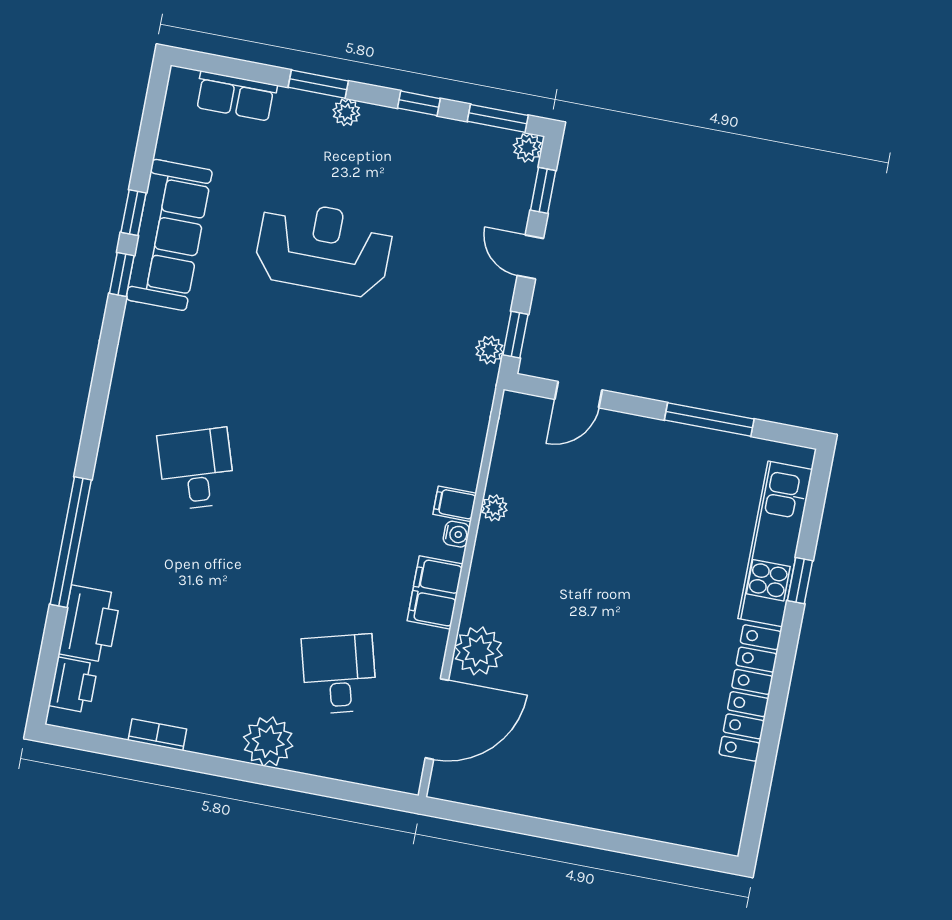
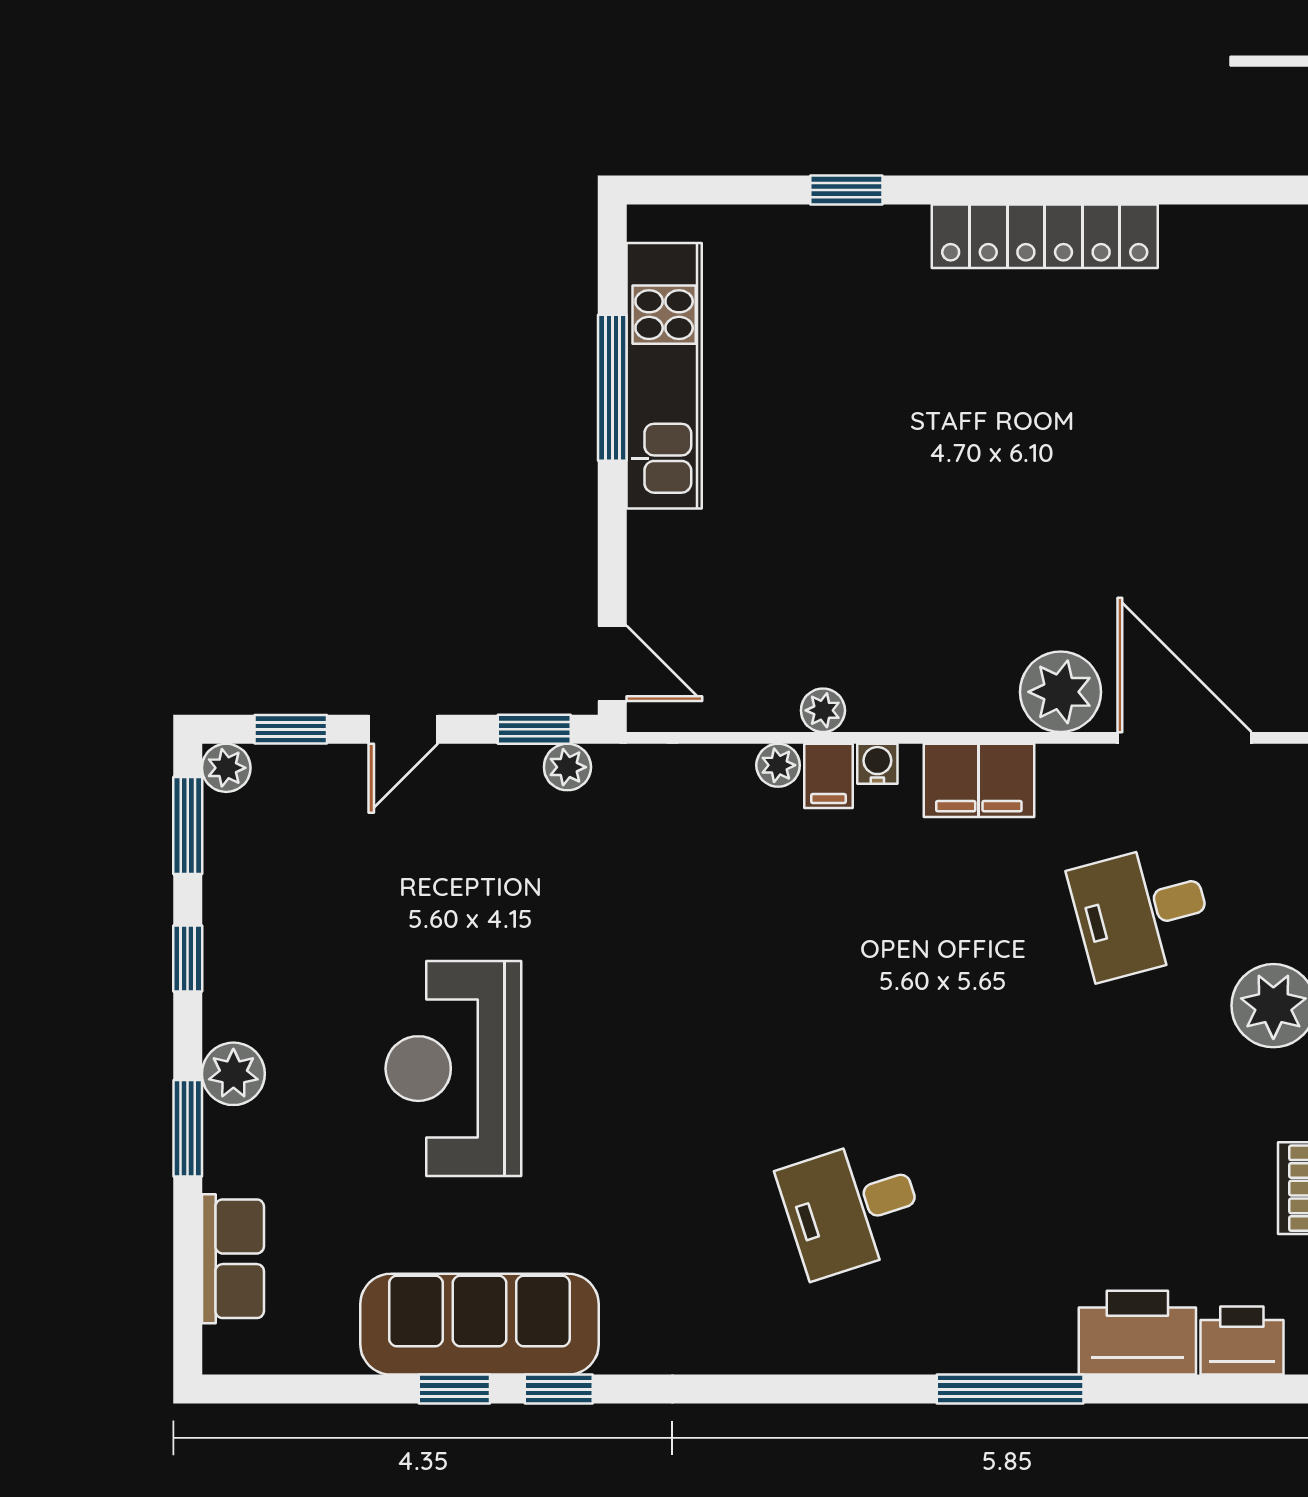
plant: (346, 112) -> (233, 1074), width x1.38, depth x1.38
door: (578, 395) -> (612, 663), moved
plant: (467, 475) -> (778, 765), added
window: (71, 542) -> (1010, 1389), width x0.68
kitchen unit: (775, 544) -> (664, 376), moved, turned -90

